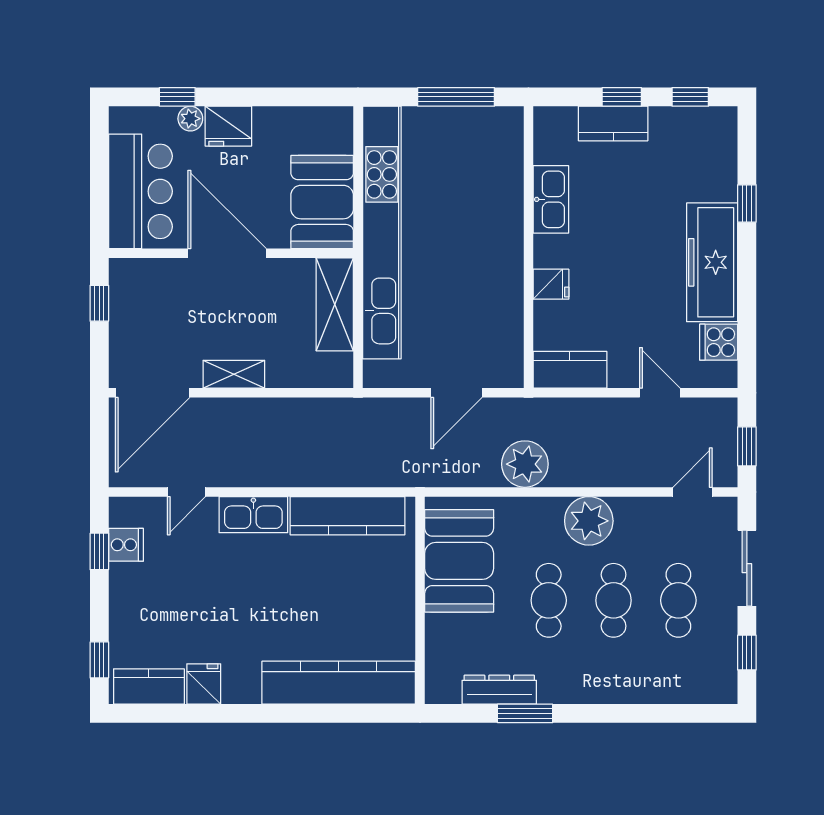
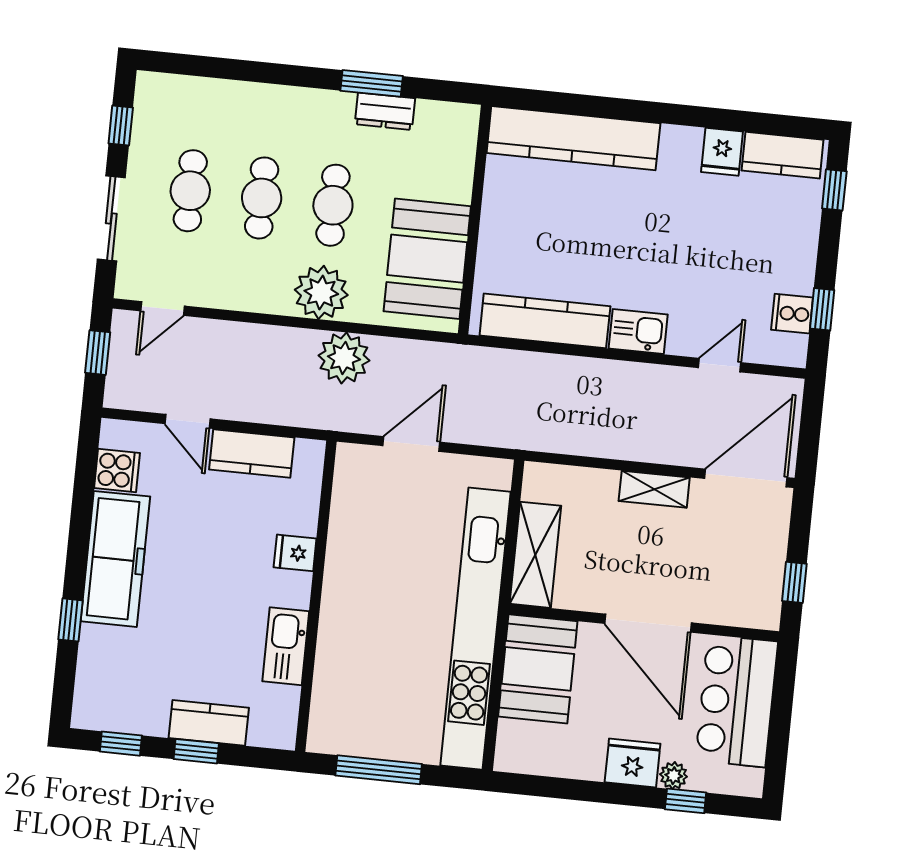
kitchen counter: (570, 370) -> (252, 453), moved
kitchen sink: (253, 515) -> (638, 332), width x0.73
plant: (589, 521) -> (321, 292), moved
dresser: (499, 690) -> (385, 111), width x0.70

